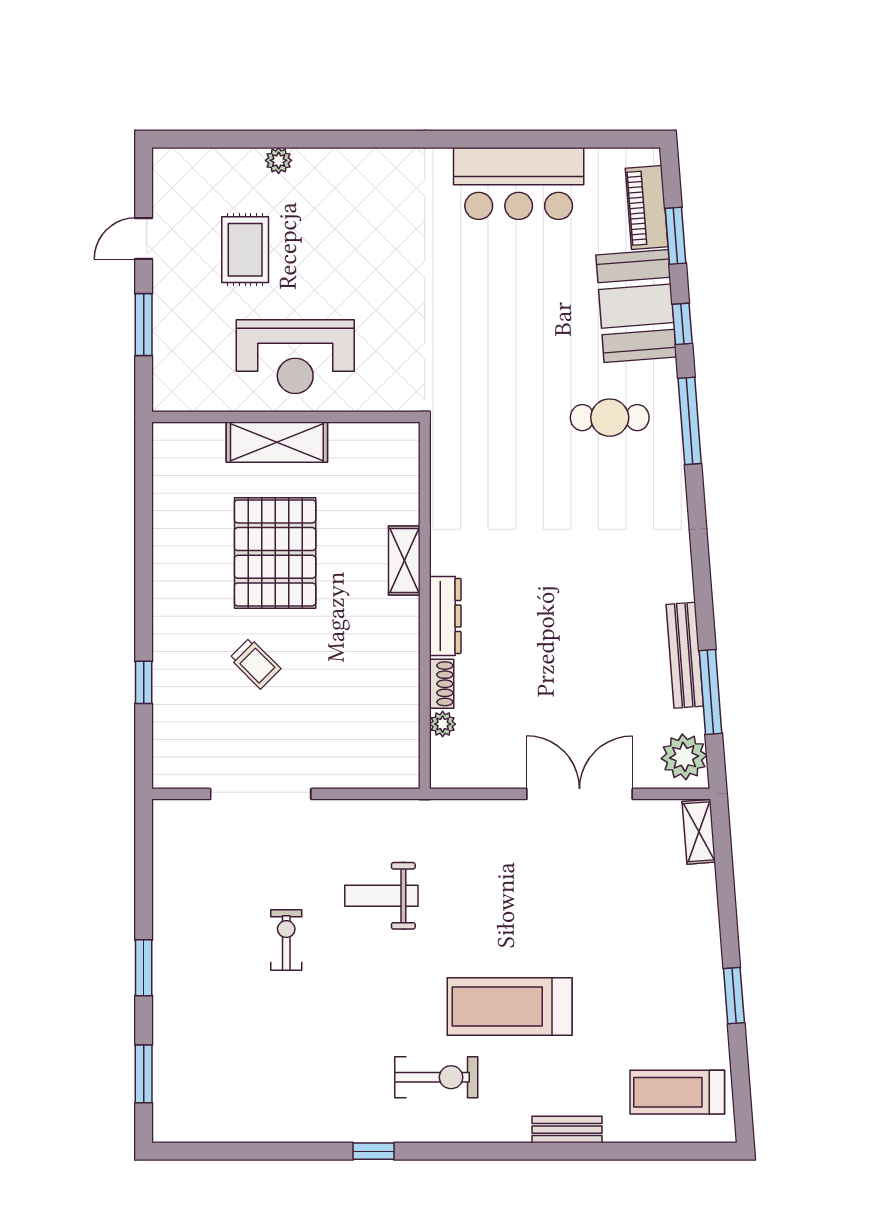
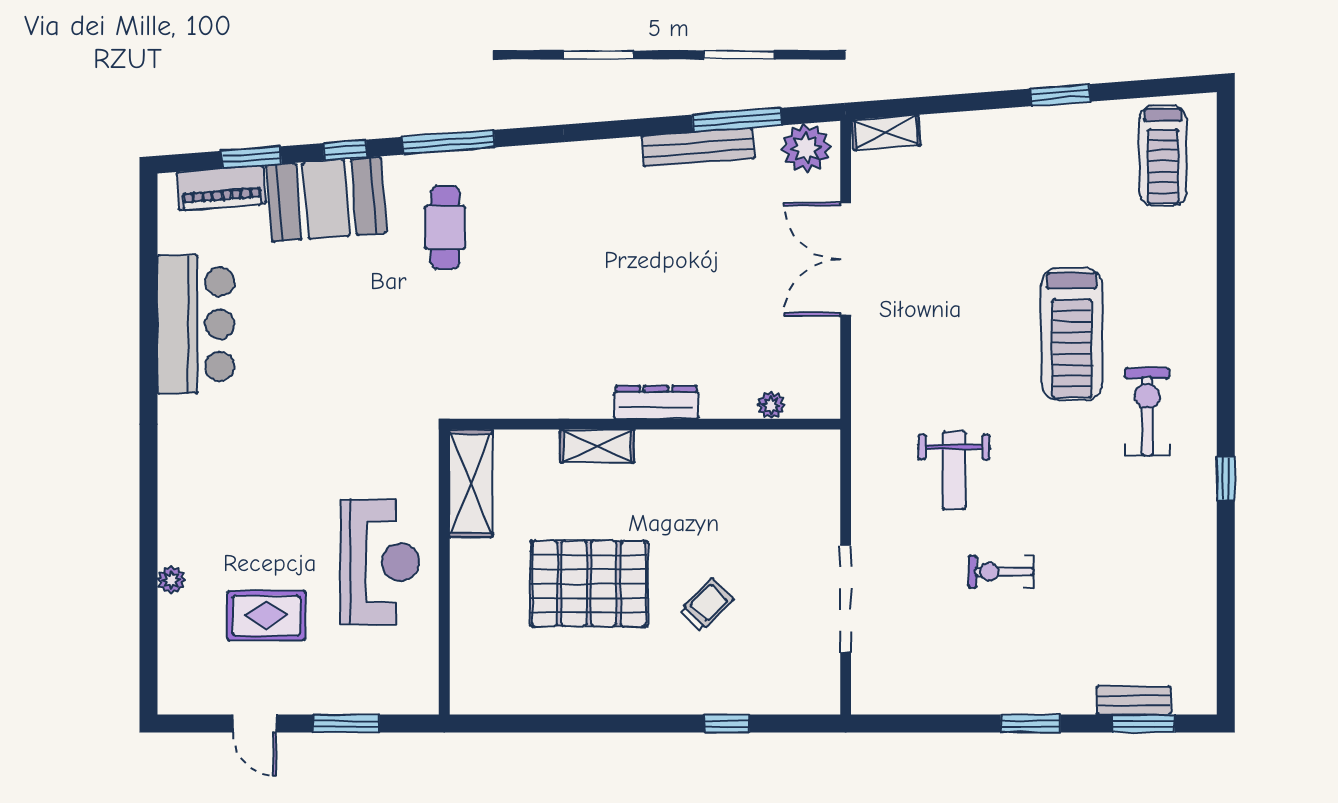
shelving: (277, 442) -> (471, 483), moved
shoe rack: (442, 684) -> (728, 406), removed
bench: (567, 1130) -> (1134, 700), moved, turned 90

